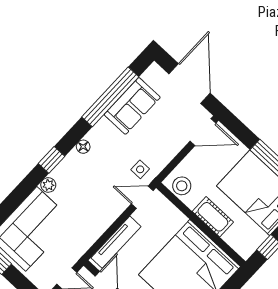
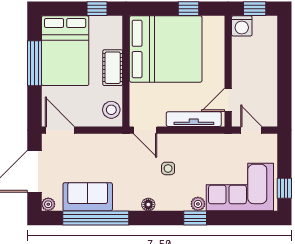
plant: (155, 70) -> (48, 204), added
window: (52, 160) -> (195, 218), moved
side table: (140, 169) -> (168, 168), moved

